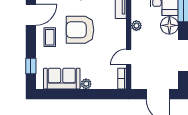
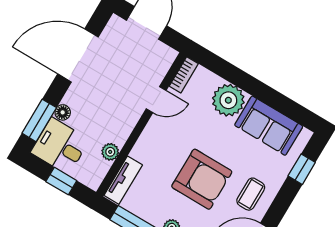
floor lamp: (169, 25) -> (63, 112), width x0.53, depth x0.53
plant: (136, 26) -> (110, 152), moved
plant: (86, 84) -> (228, 100), width x1.87, depth x1.87

